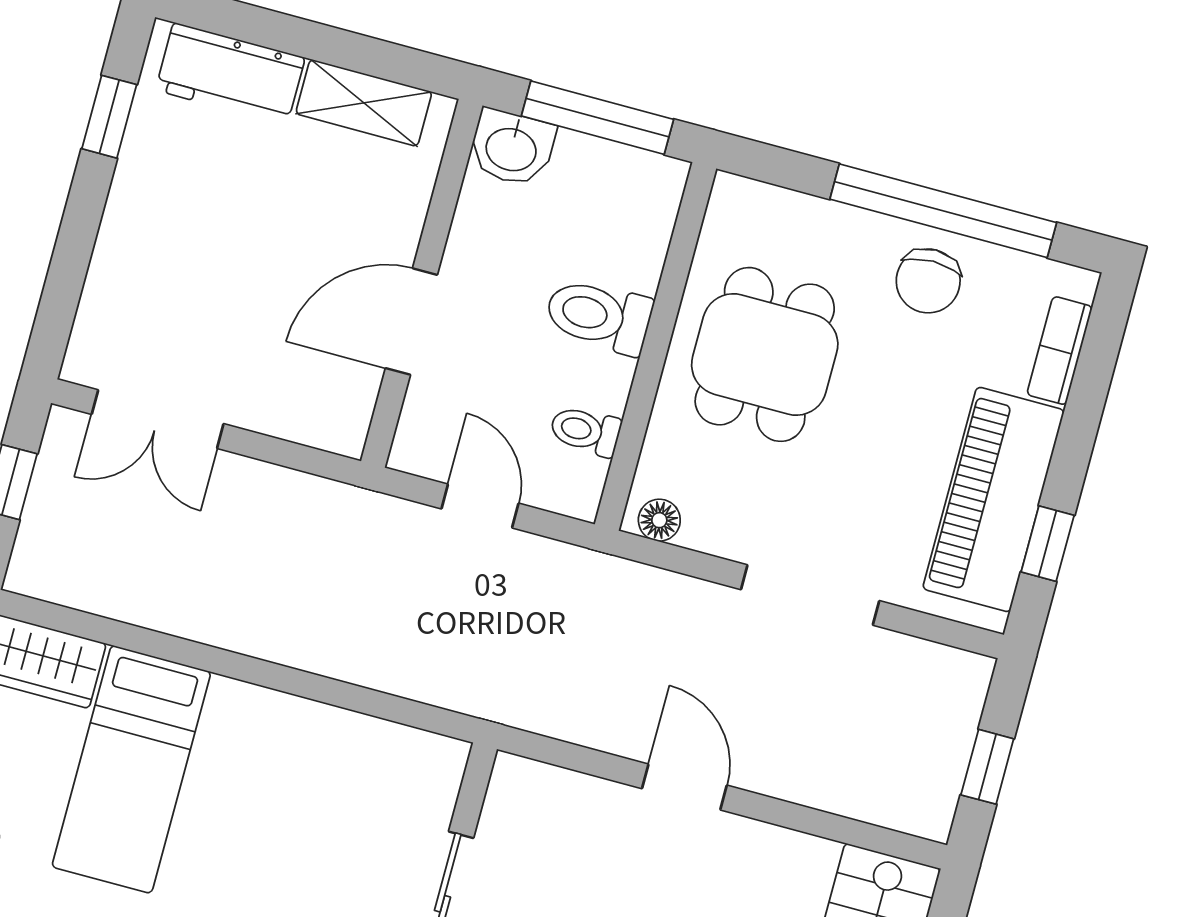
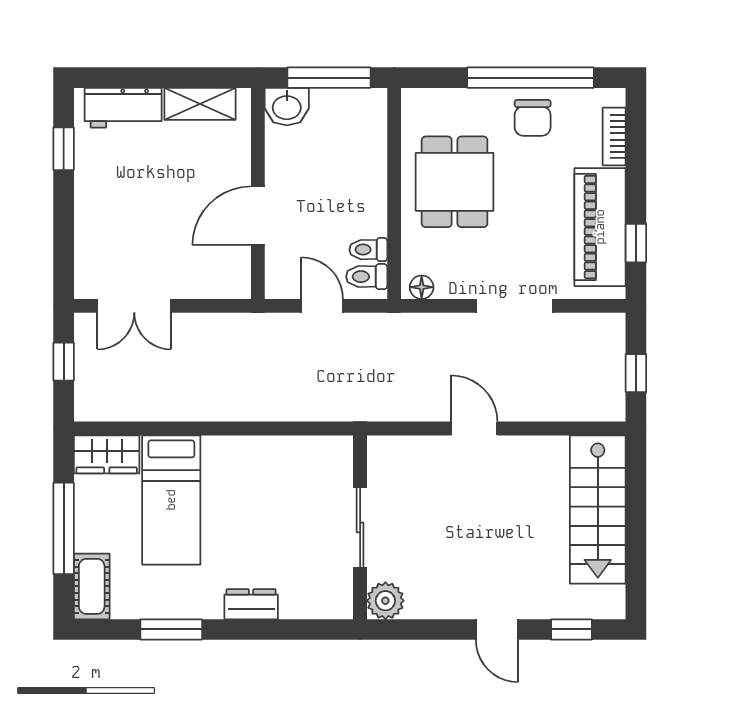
toilet: (599, 316) -> (367, 277), moved, width x0.73, depth x0.72

